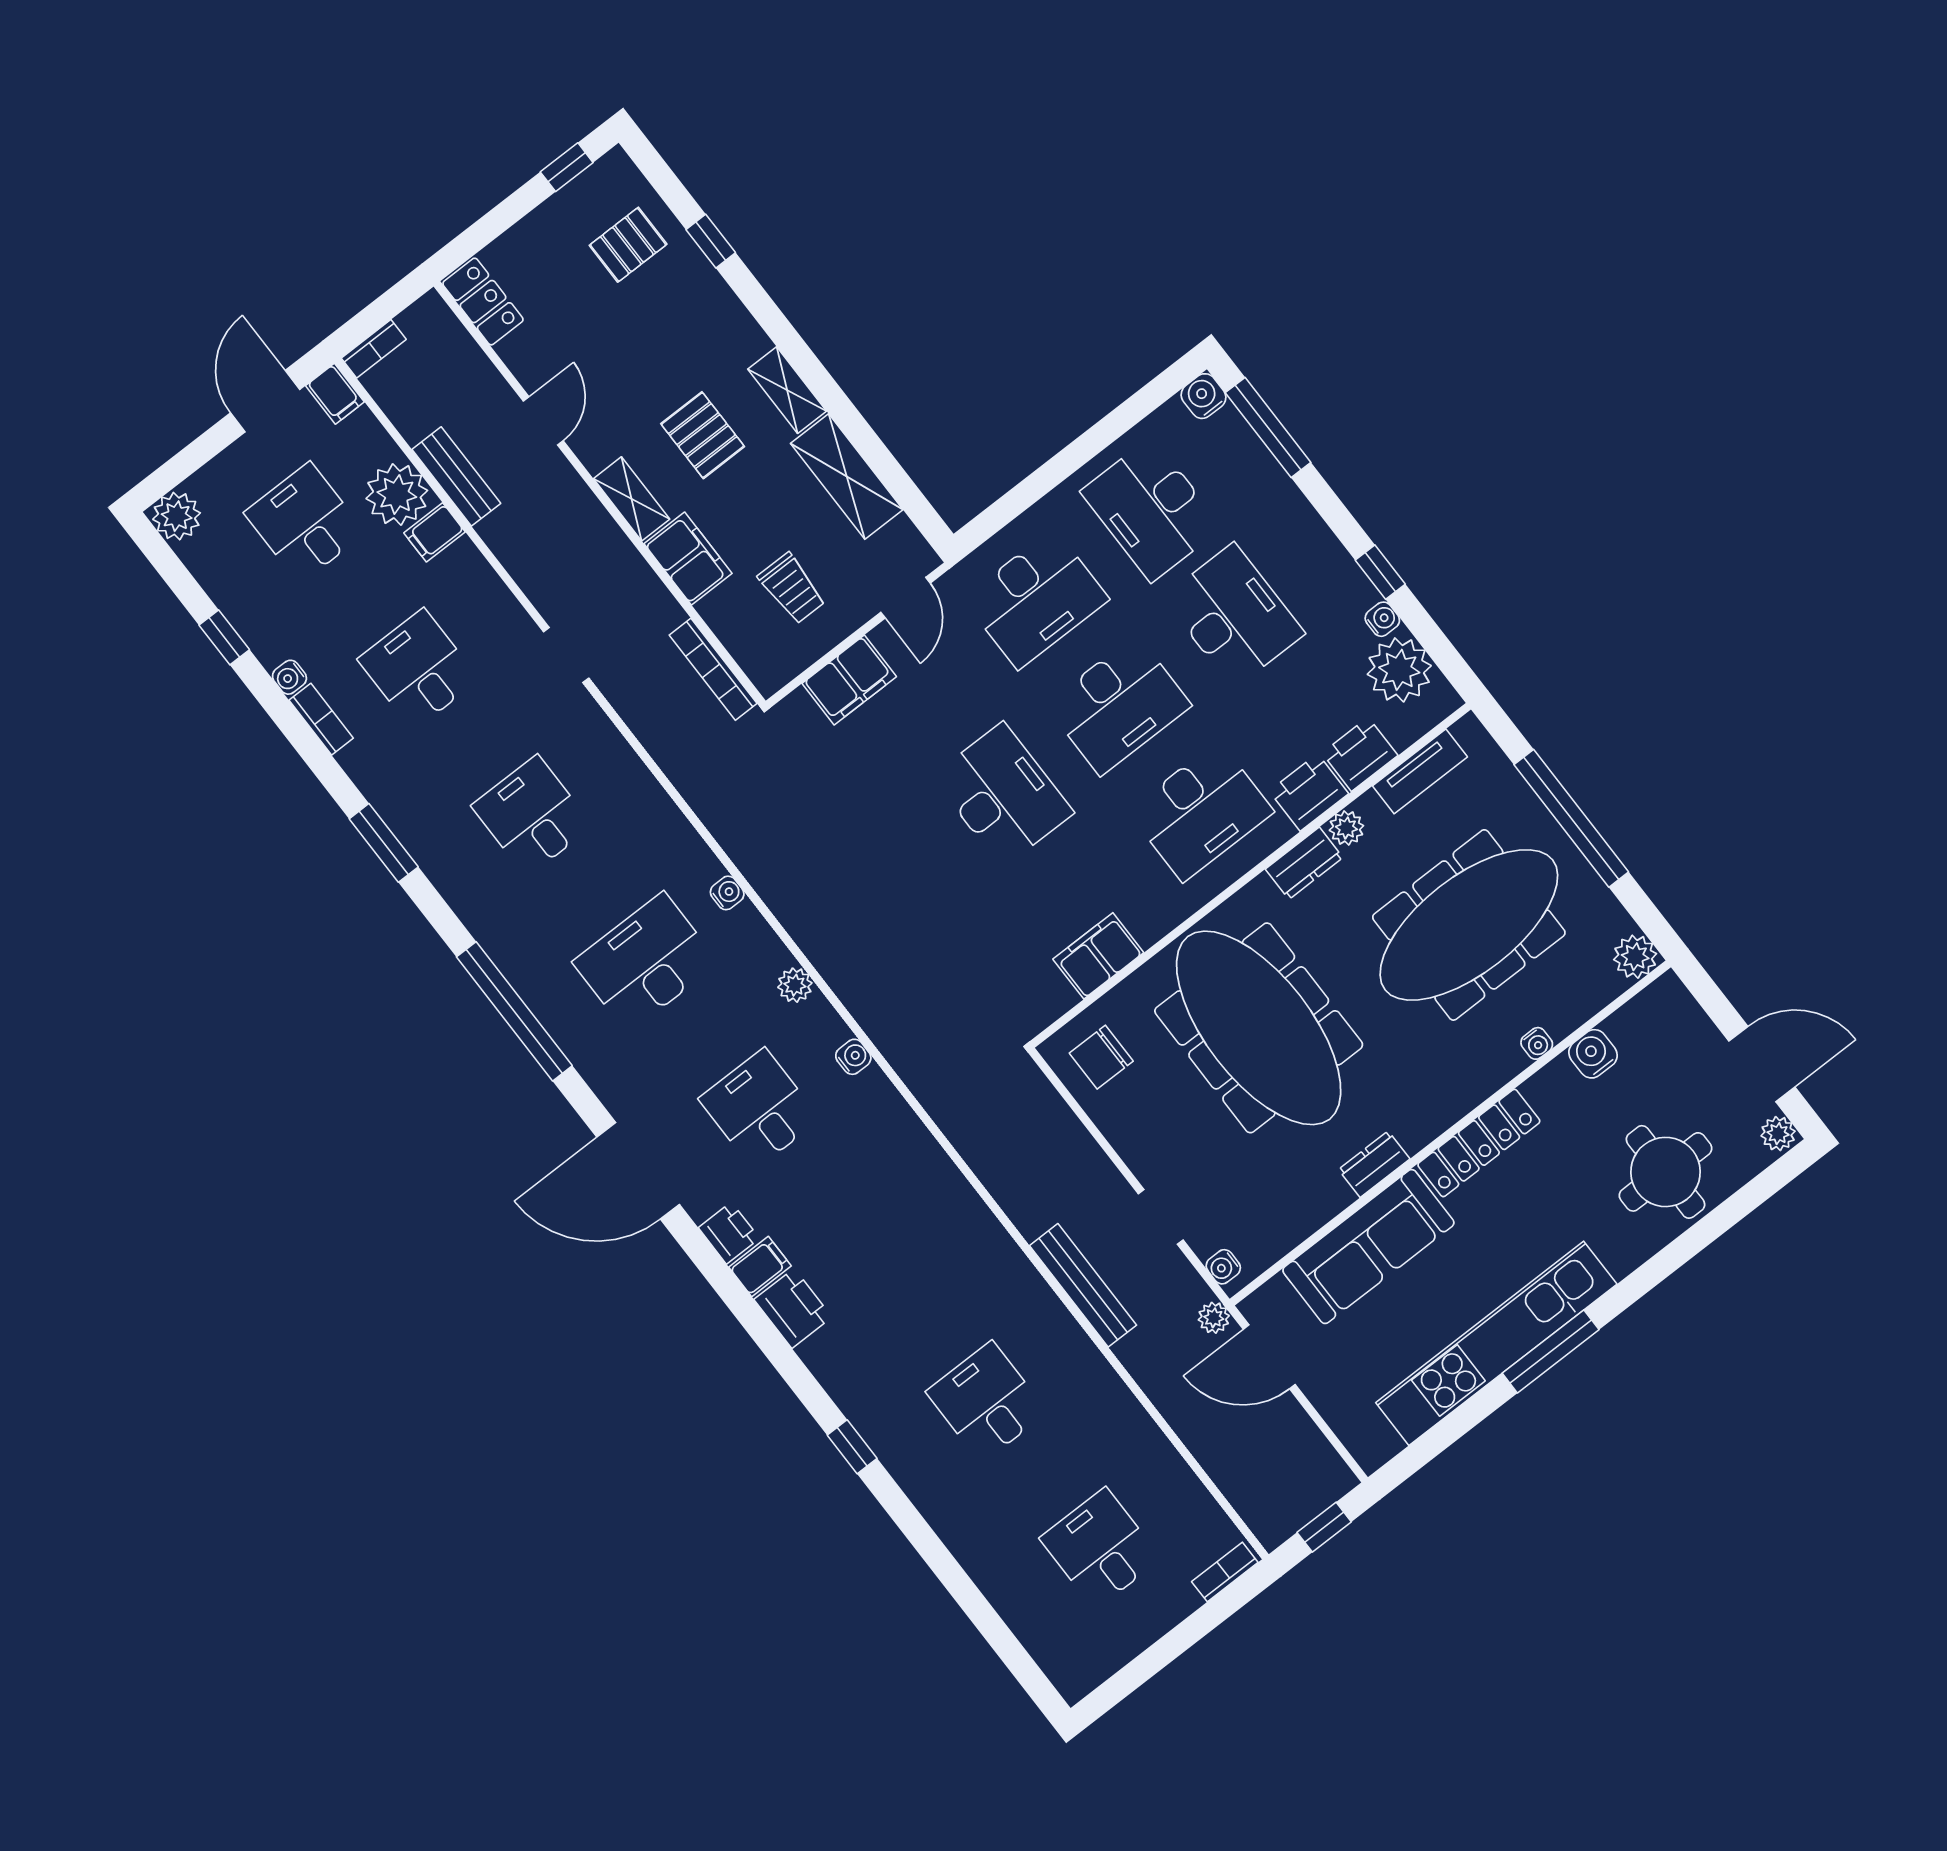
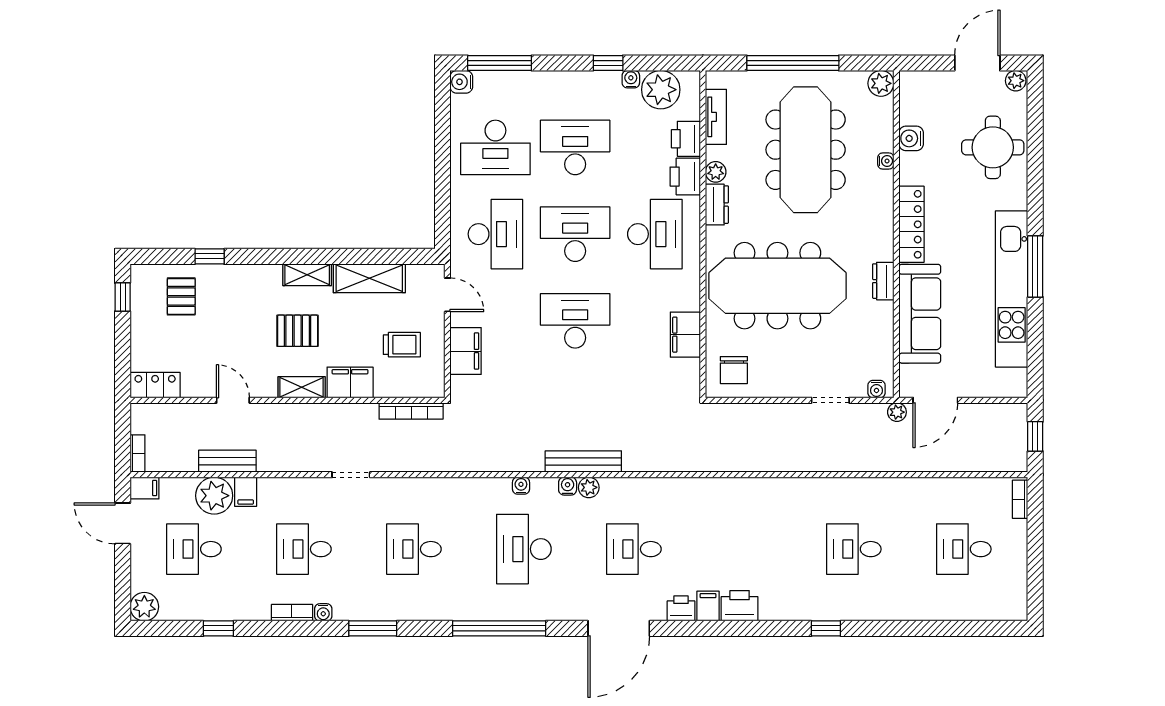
water cooler: (289, 677) -> (323, 612), moved
desk: (1118, 705) -> (575, 234), turned -90
water cooler: (853, 1057) -> (568, 486), moved
bench: (1083, 1285) -> (583, 462), moved

